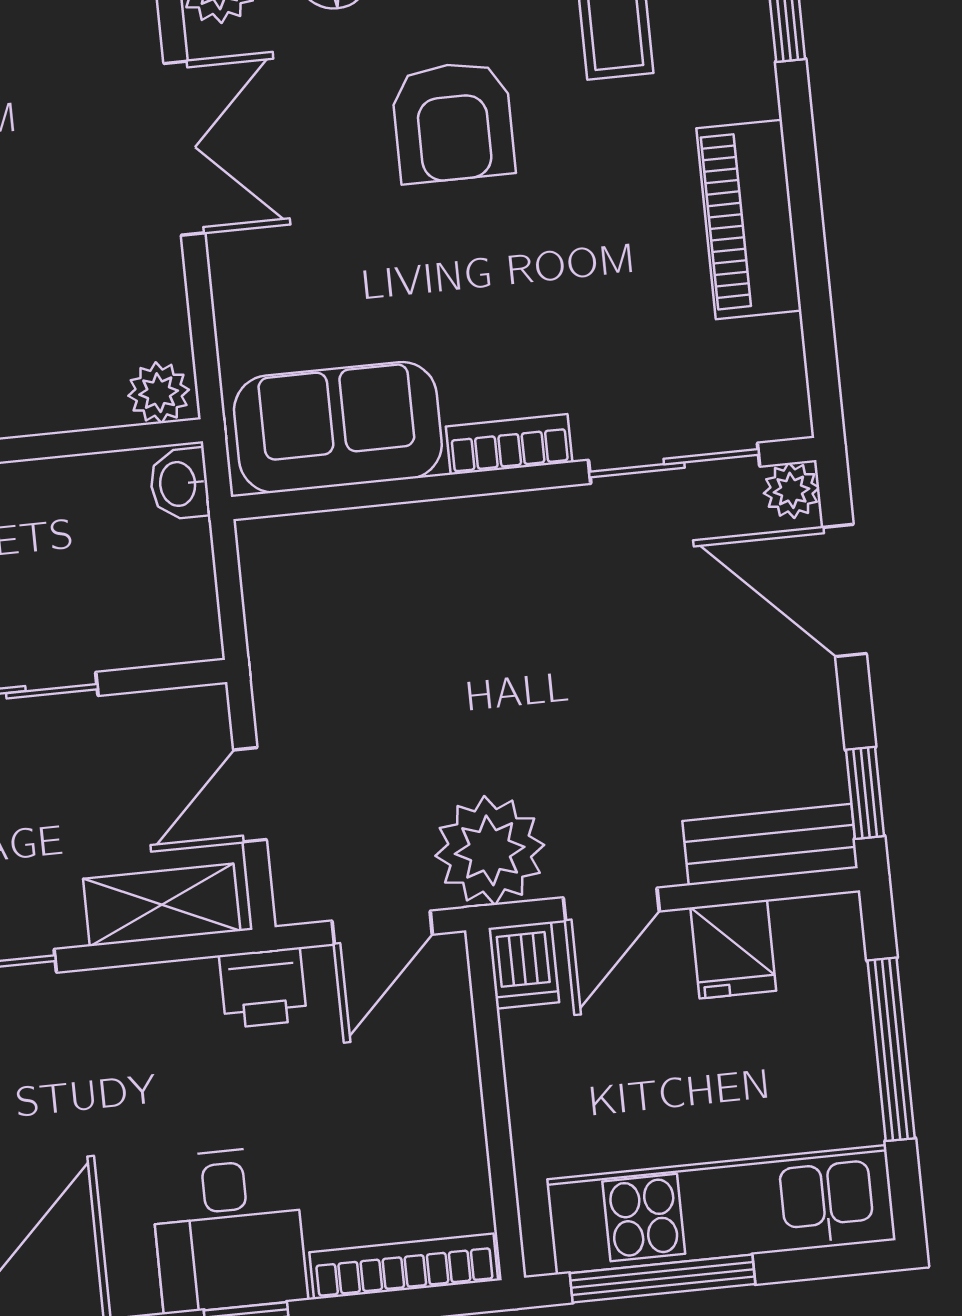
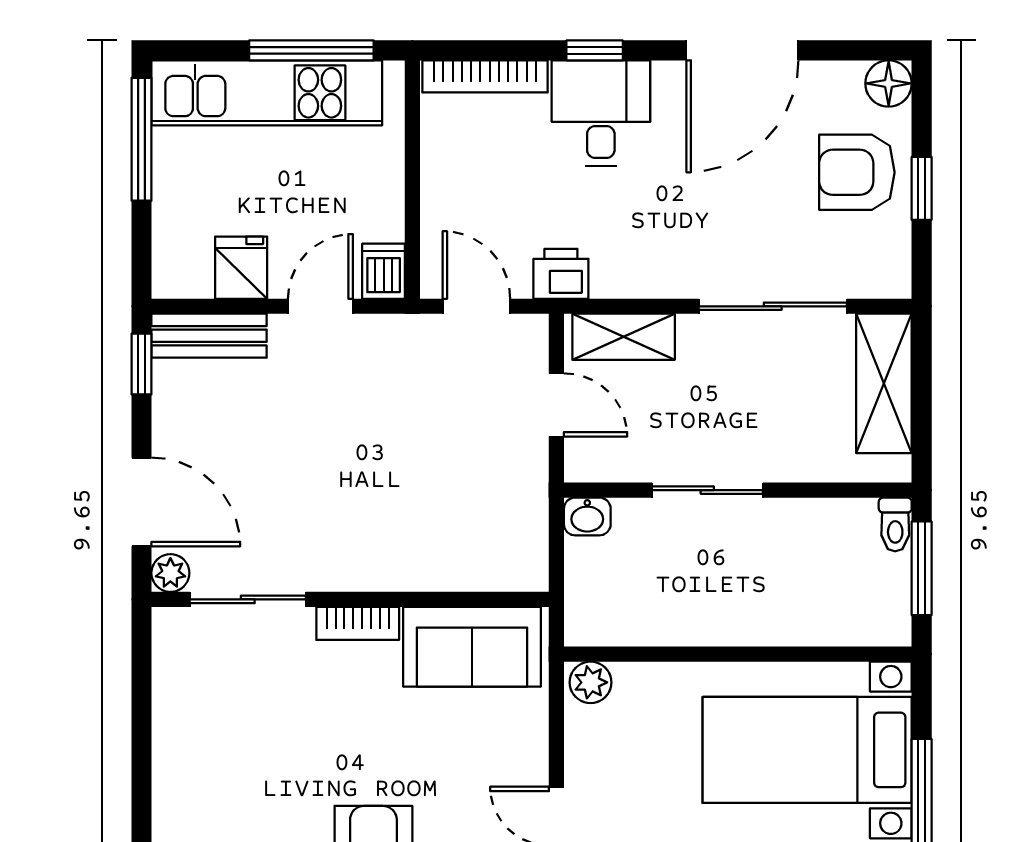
piano: (749, 219) -> (181, 759), removed
washbasin: (179, 484) -> (587, 516), moved, turned 90
door: (250, 795) -> (556, 405), hinge flipped
plant: (490, 850) -> (399, 351), removed
door: (382, 928) -> (476, 306), hinge flipped
window: (891, 1049) -> (142, 139), moved

